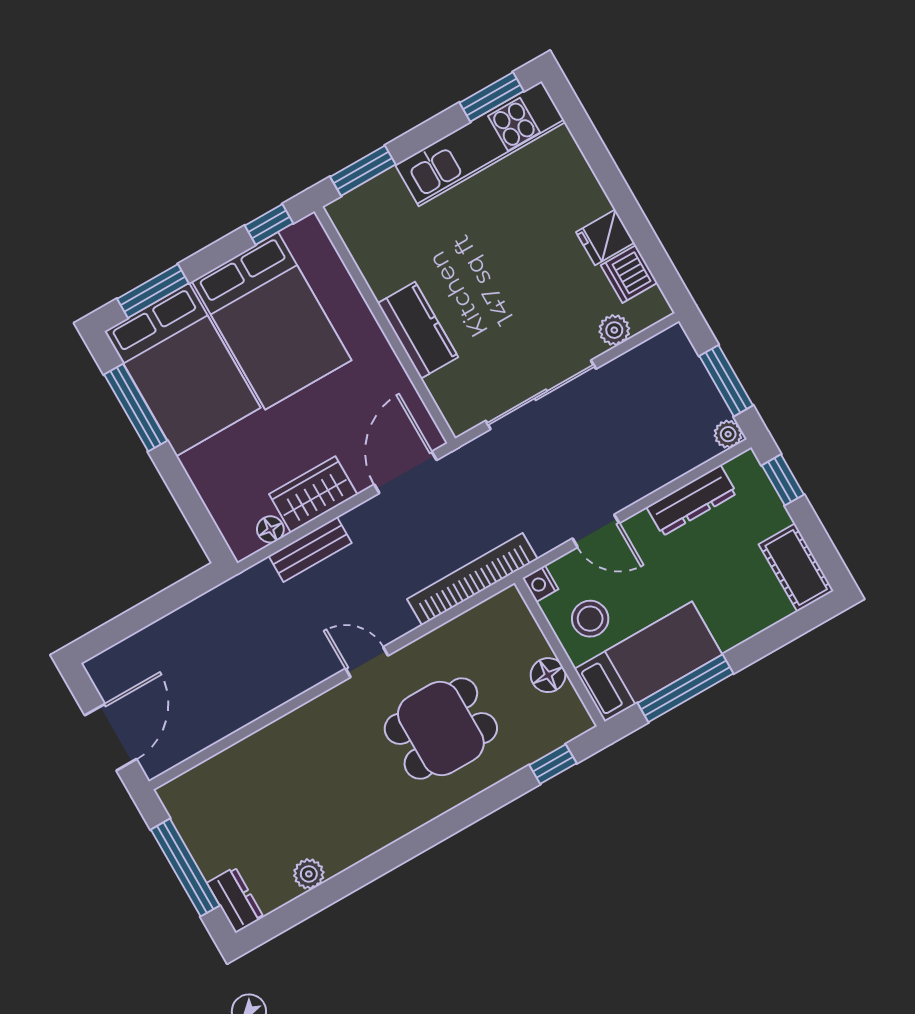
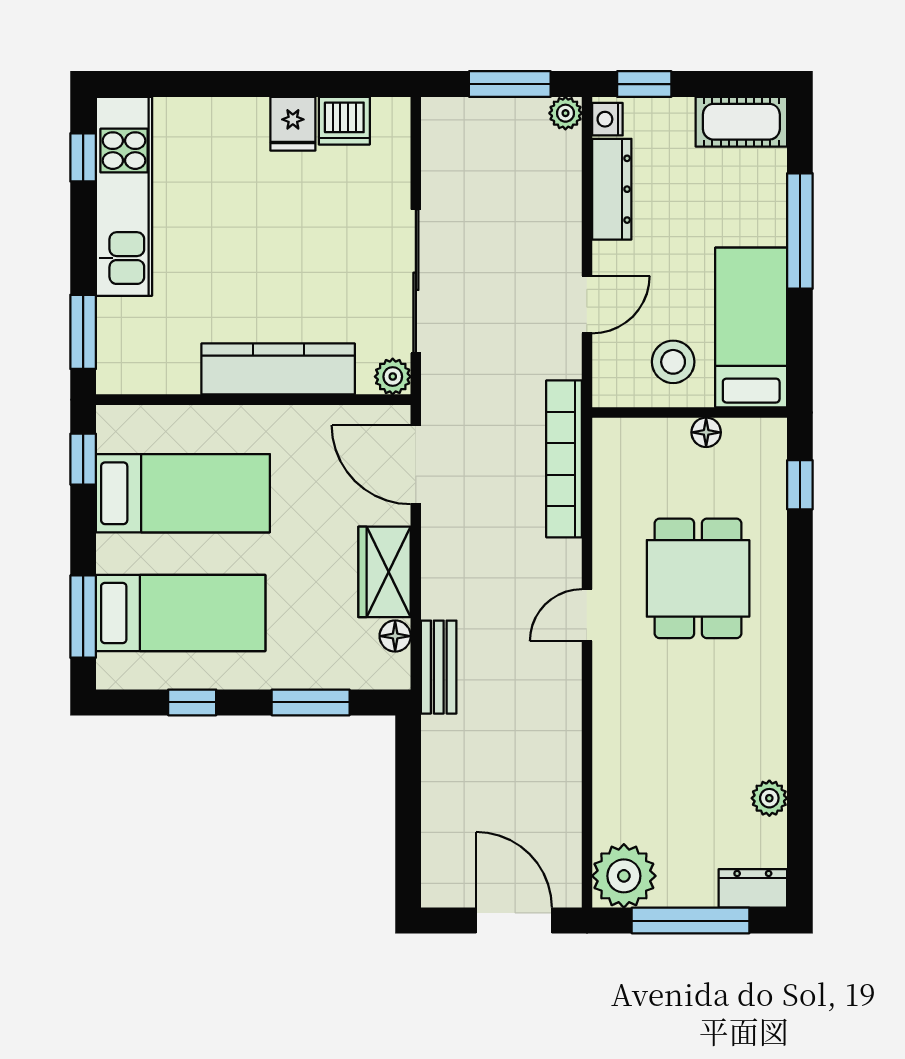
window: (492, 97) -> (83, 157), width x0.67
bed: (272, 321) -> (183, 493), width x0.67
kitchen counter: (418, 330) -> (278, 369), width x1.50
plant: (614, 330) -> (393, 377), moved
bed: (183, 369) -> (181, 613), width x0.67
window: (136, 408) -> (192, 702), width x0.46
window: (186, 495) -> (311, 702), added
bench: (310, 549) -> (439, 667), moved
nightstand: (540, 584) -> (607, 119), moved, turned 90
floor lamp: (548, 675) -> (706, 432), width x0.73, depth x0.73
window: (685, 688) -> (800, 231), moved
plant: (190, 800) -> (624, 876), added

